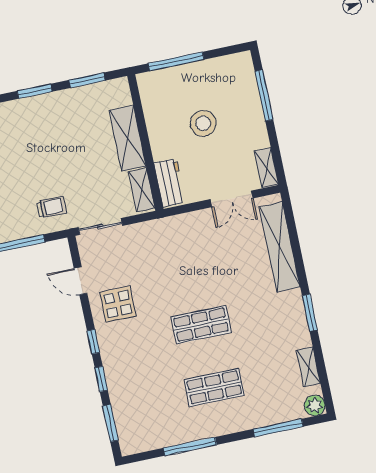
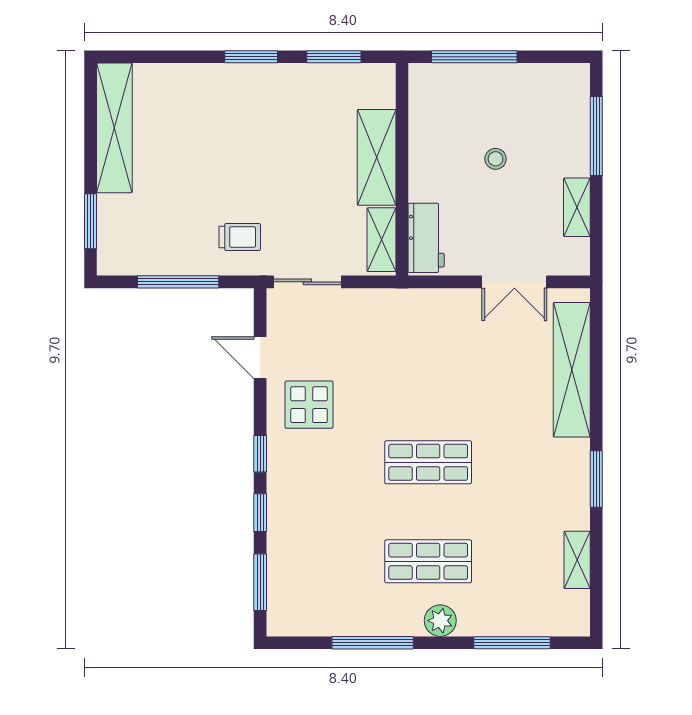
stool: (203, 123) -> (496, 159), width x0.53, depth x0.53
shelving: (266, 168) -> (577, 207), moved
plant: (315, 406) -> (440, 621), moved

